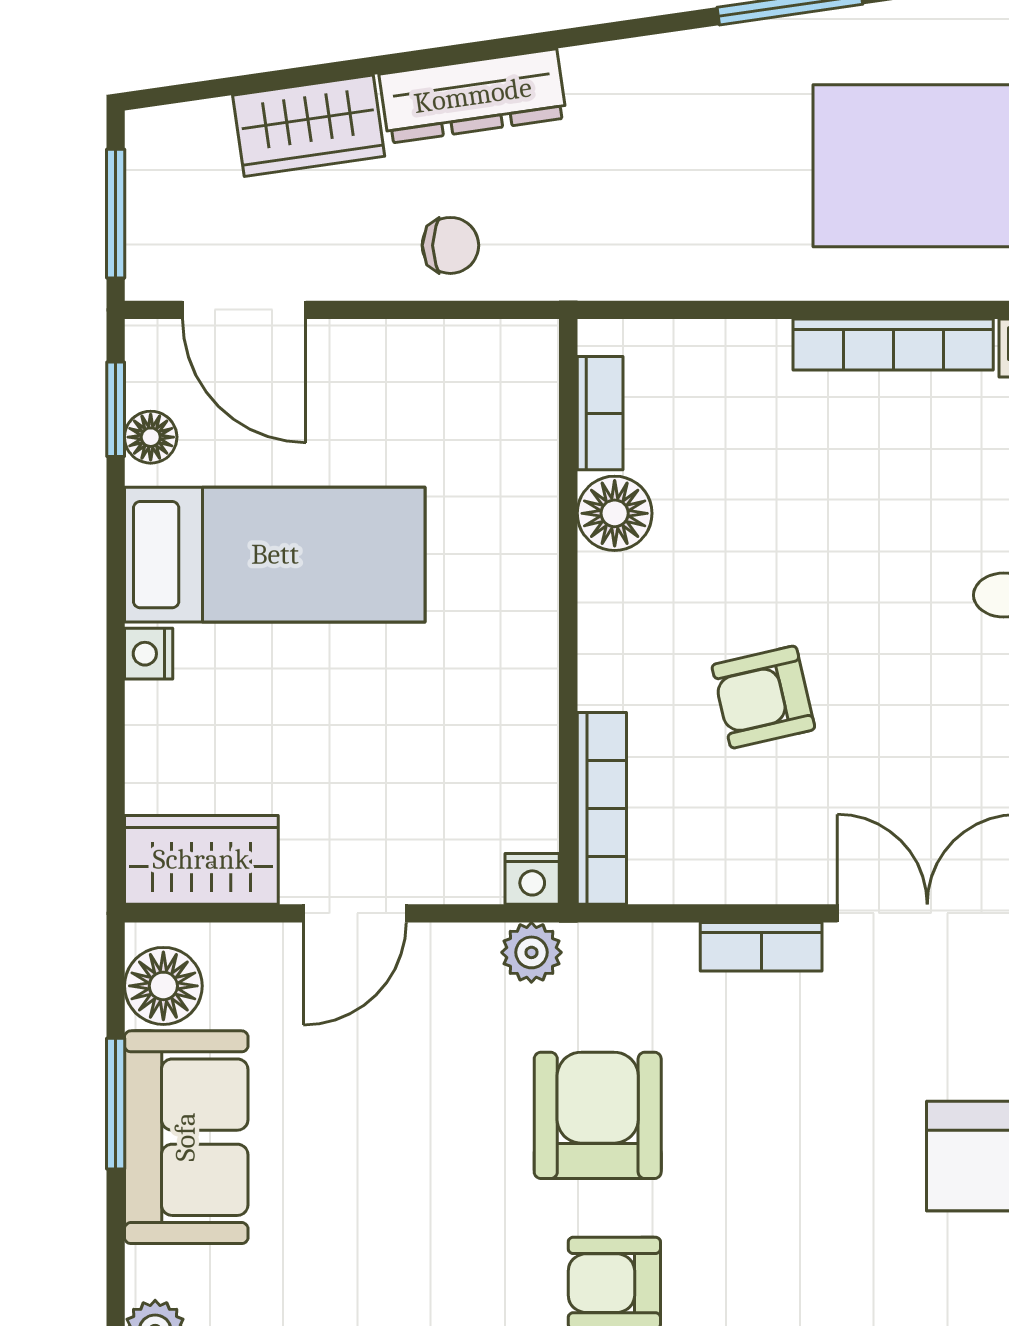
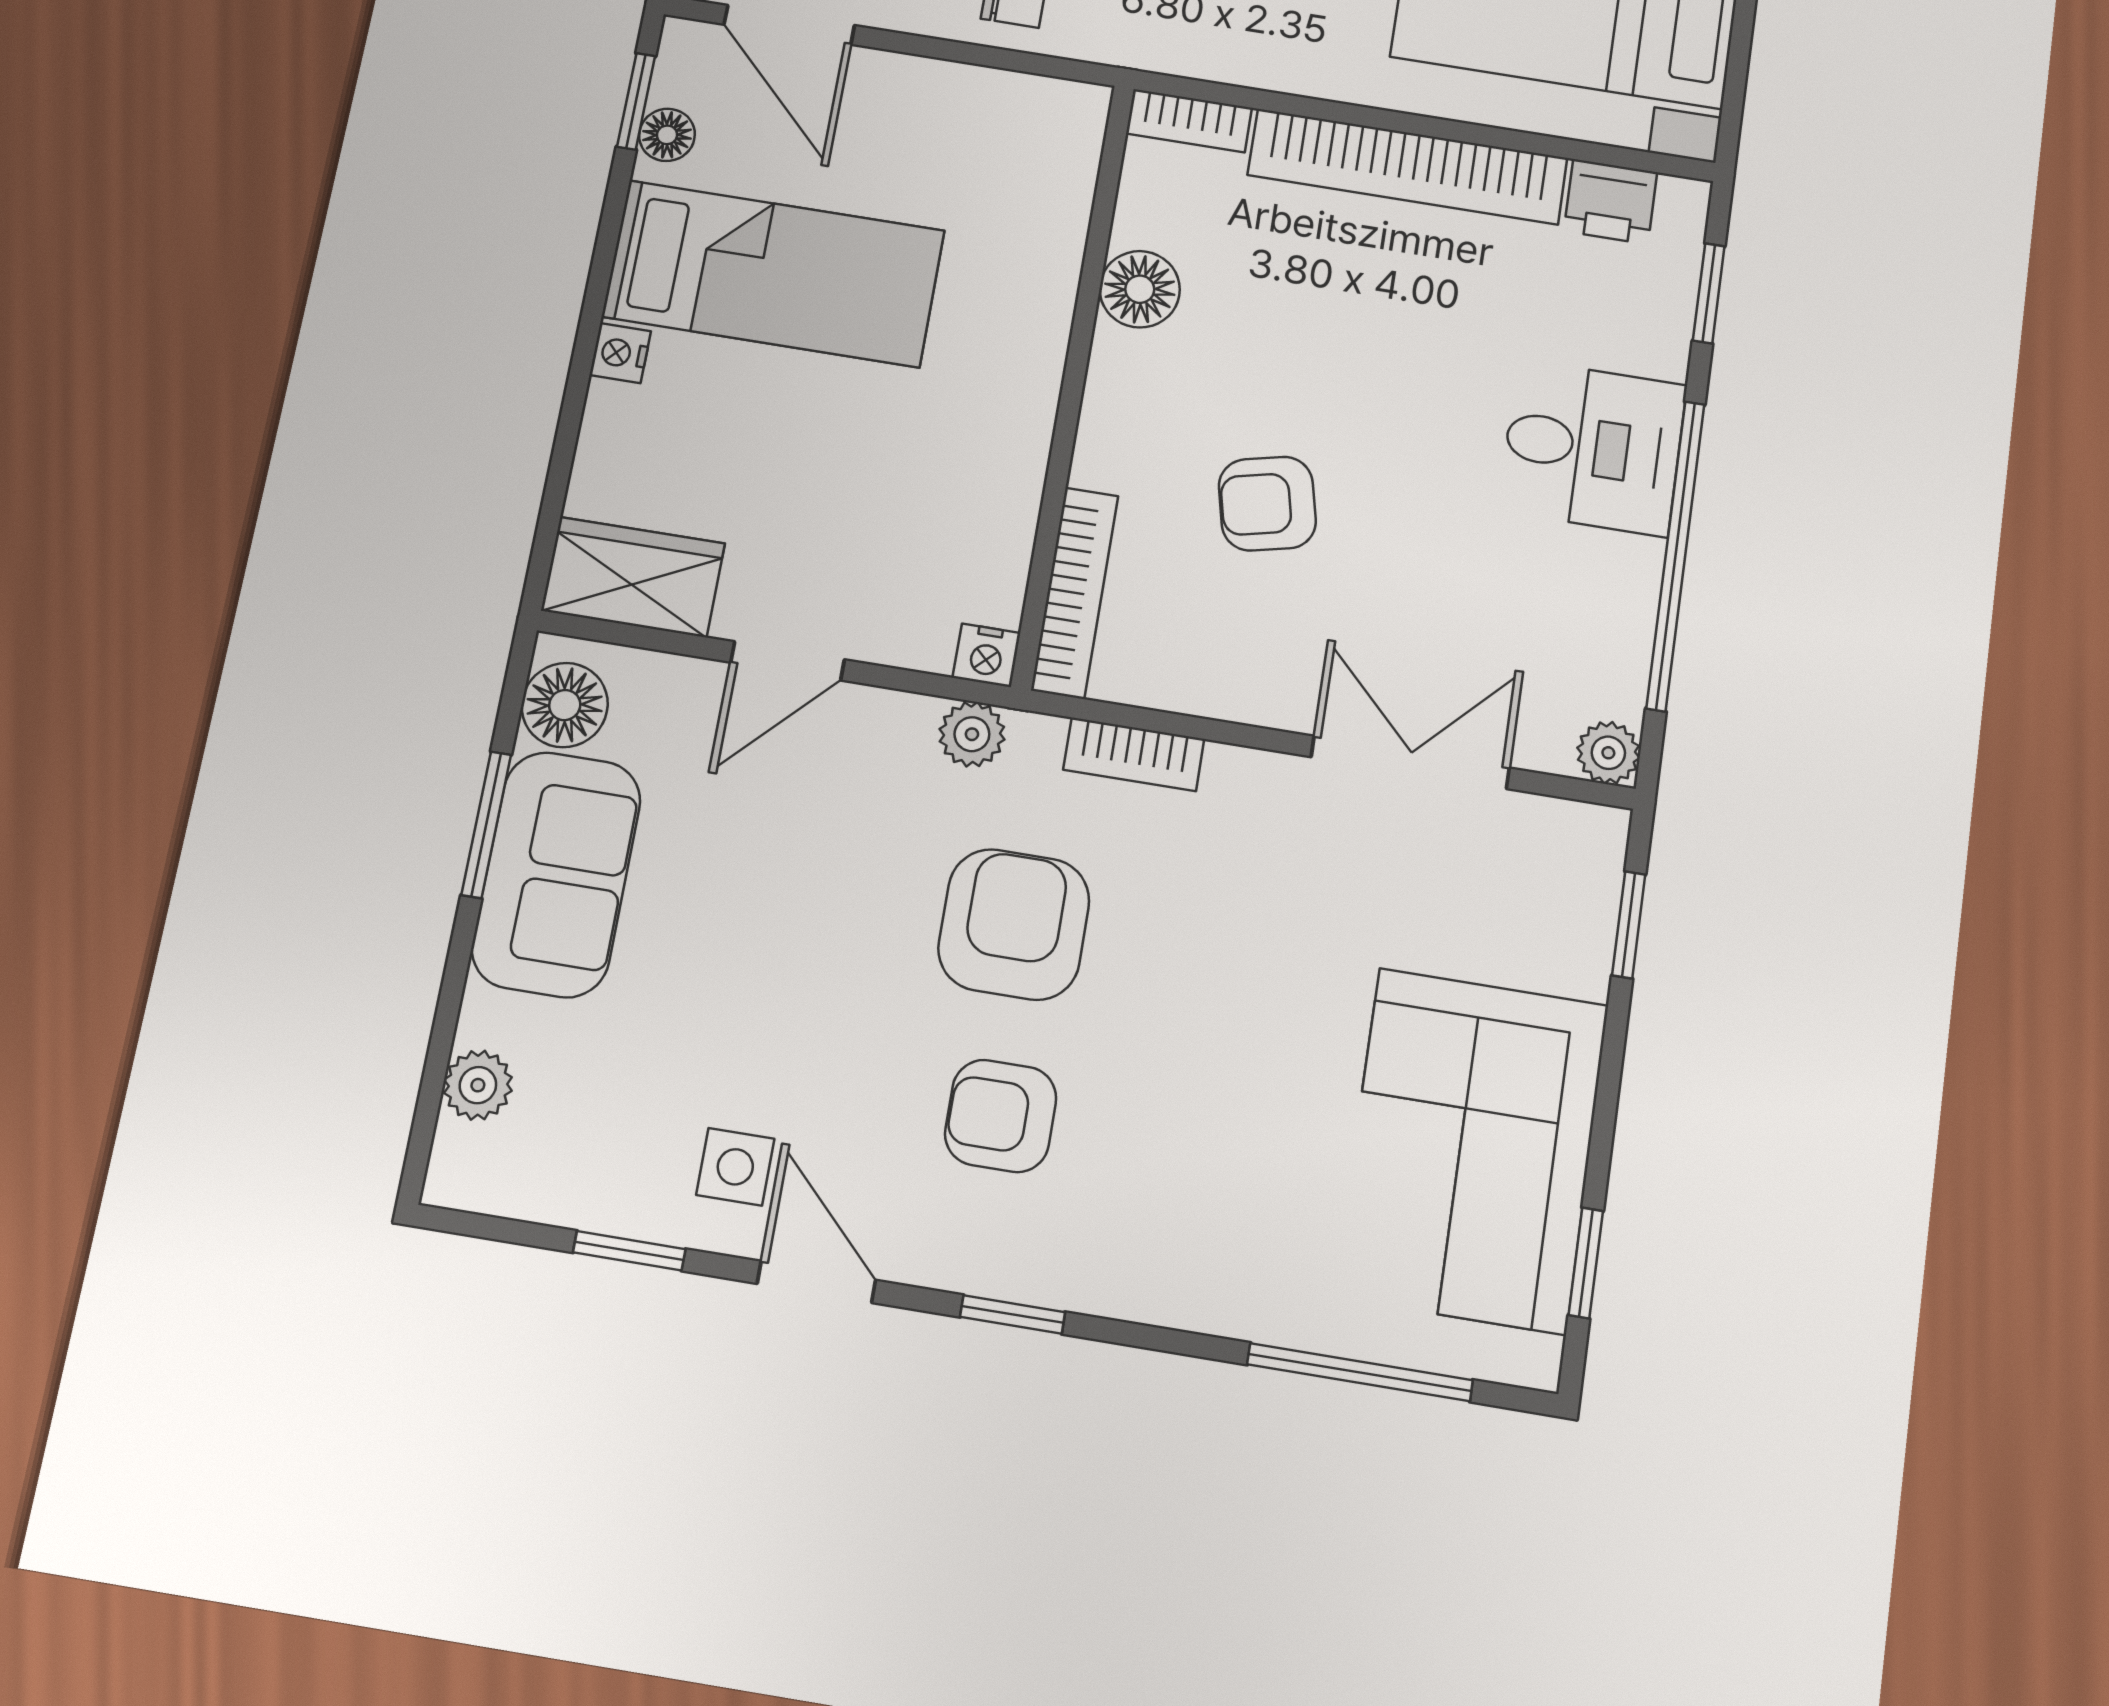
bookcase: (893, 344) -> (1408, 166), width x1.48, depth x1.31
bookcase: (600, 413) -> (1189, 121), moved, turned 90
bookcase: (761, 947) -> (1134, 754), moved

